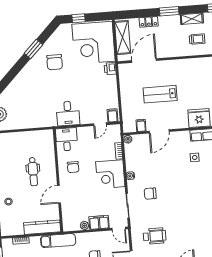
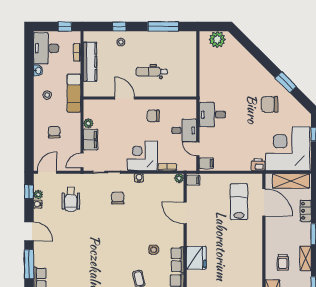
lab bench: (160, 94) -> (239, 202), moved
filing cabinet: (141, 125) -> (193, 180), moved
desk: (67, 139) -> (184, 130), moved
kitchen counter: (42, 227) -> (90, 62), moved

